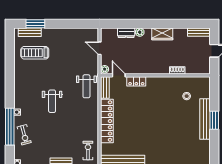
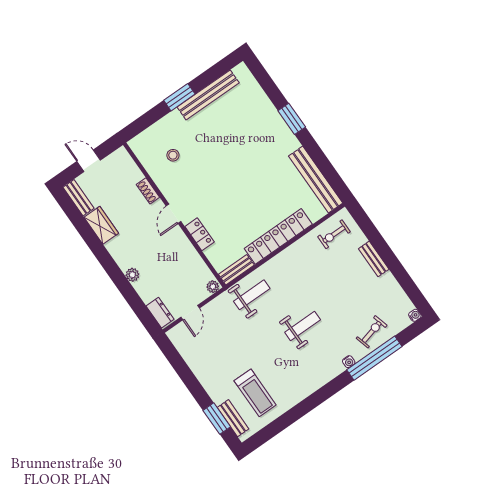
dresser: (126, 33) -> (160, 313), moved
wardrobe: (162, 34) -> (101, 225), moved
door: (119, 75) -> (174, 214), moved
bench: (205, 119) -> (208, 95), moved

